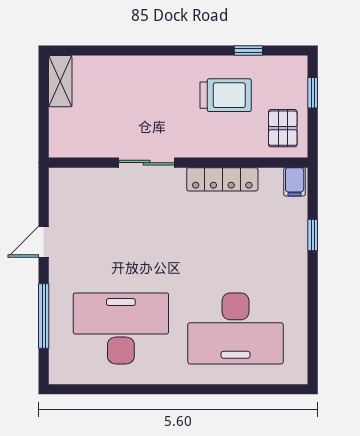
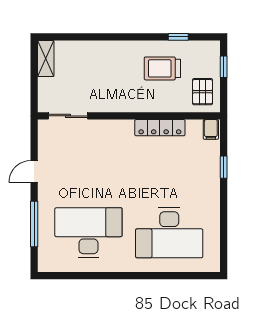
trolley: (226, 95) -> (162, 68), turned 180
sliding door: (147, 163) -> (68, 116), moved

